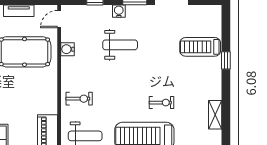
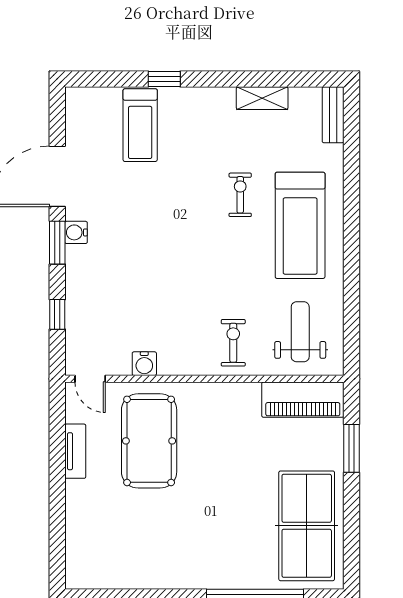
water cooler: (119, 11) -> (76, 232), moved
weight bench: (120, 45) -> (136, 269), removed

